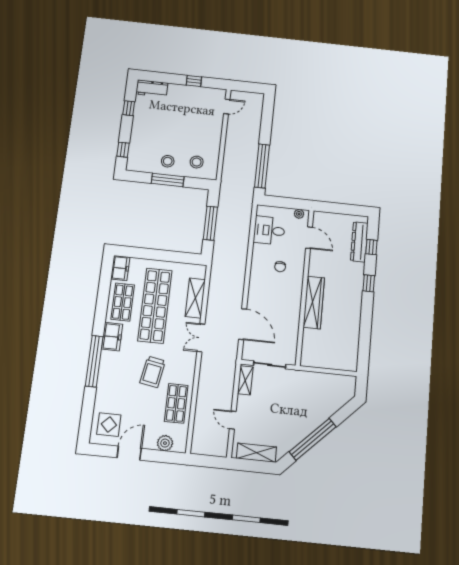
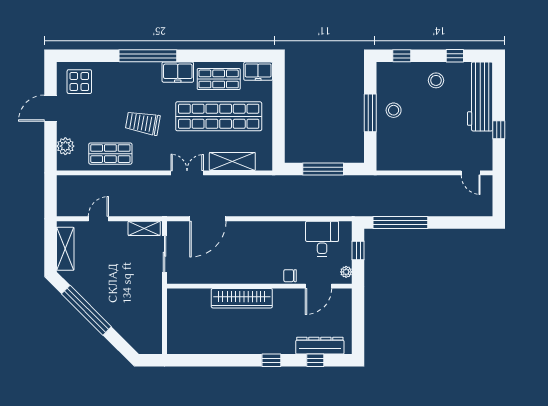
workbench: (152, 89) -> (480, 96), width x1.88, depth x1.32
stool: (197, 162) -> (436, 80), moved
window: (282, 202) -> (358, 250), added
chair: (280, 267) -> (290, 276), moved
door: (129, 453) -> (51, 108), swing flipped

